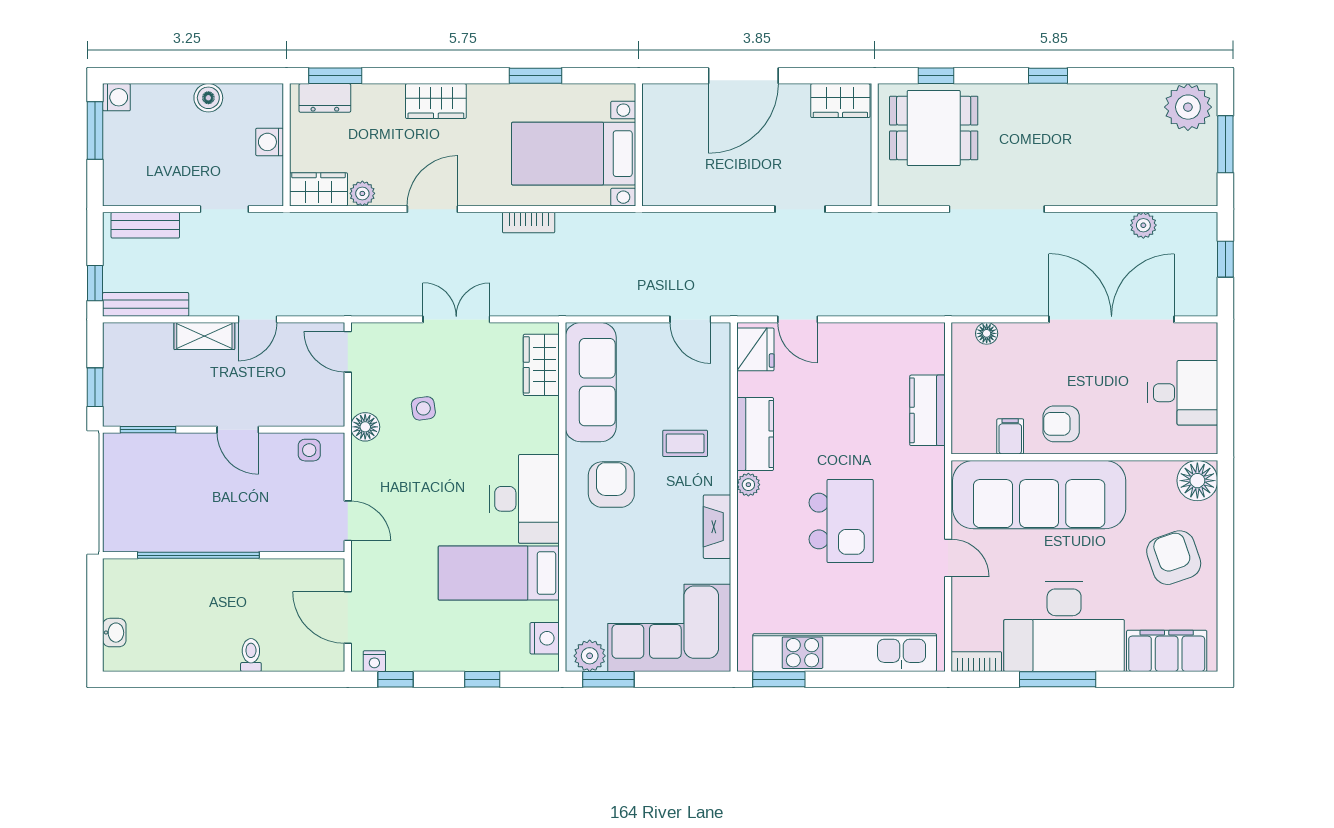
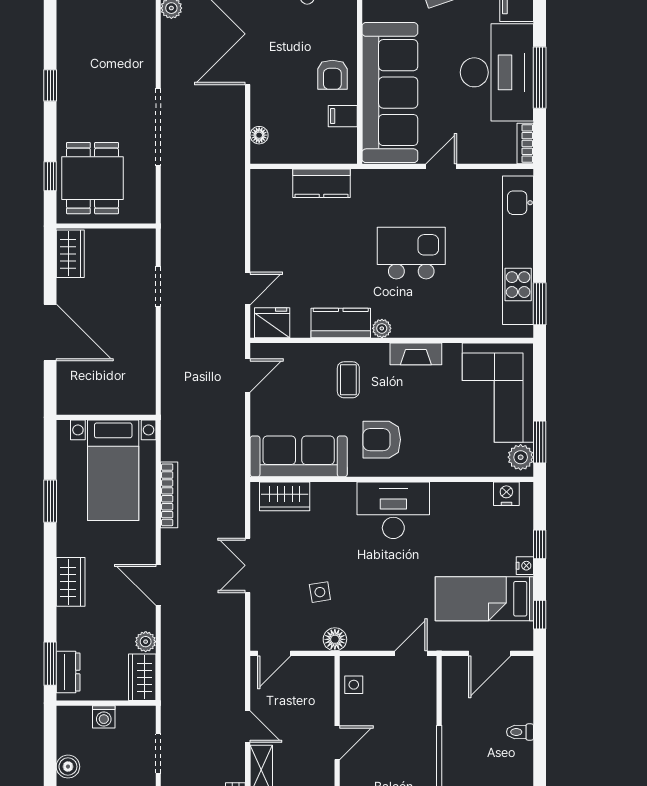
bookcase: (529, 223) -> (169, 495), width x1.56
bed: (499, 573) -> (484, 599), moved, turned 90
nightstand: (374, 661) -> (525, 566), moved

